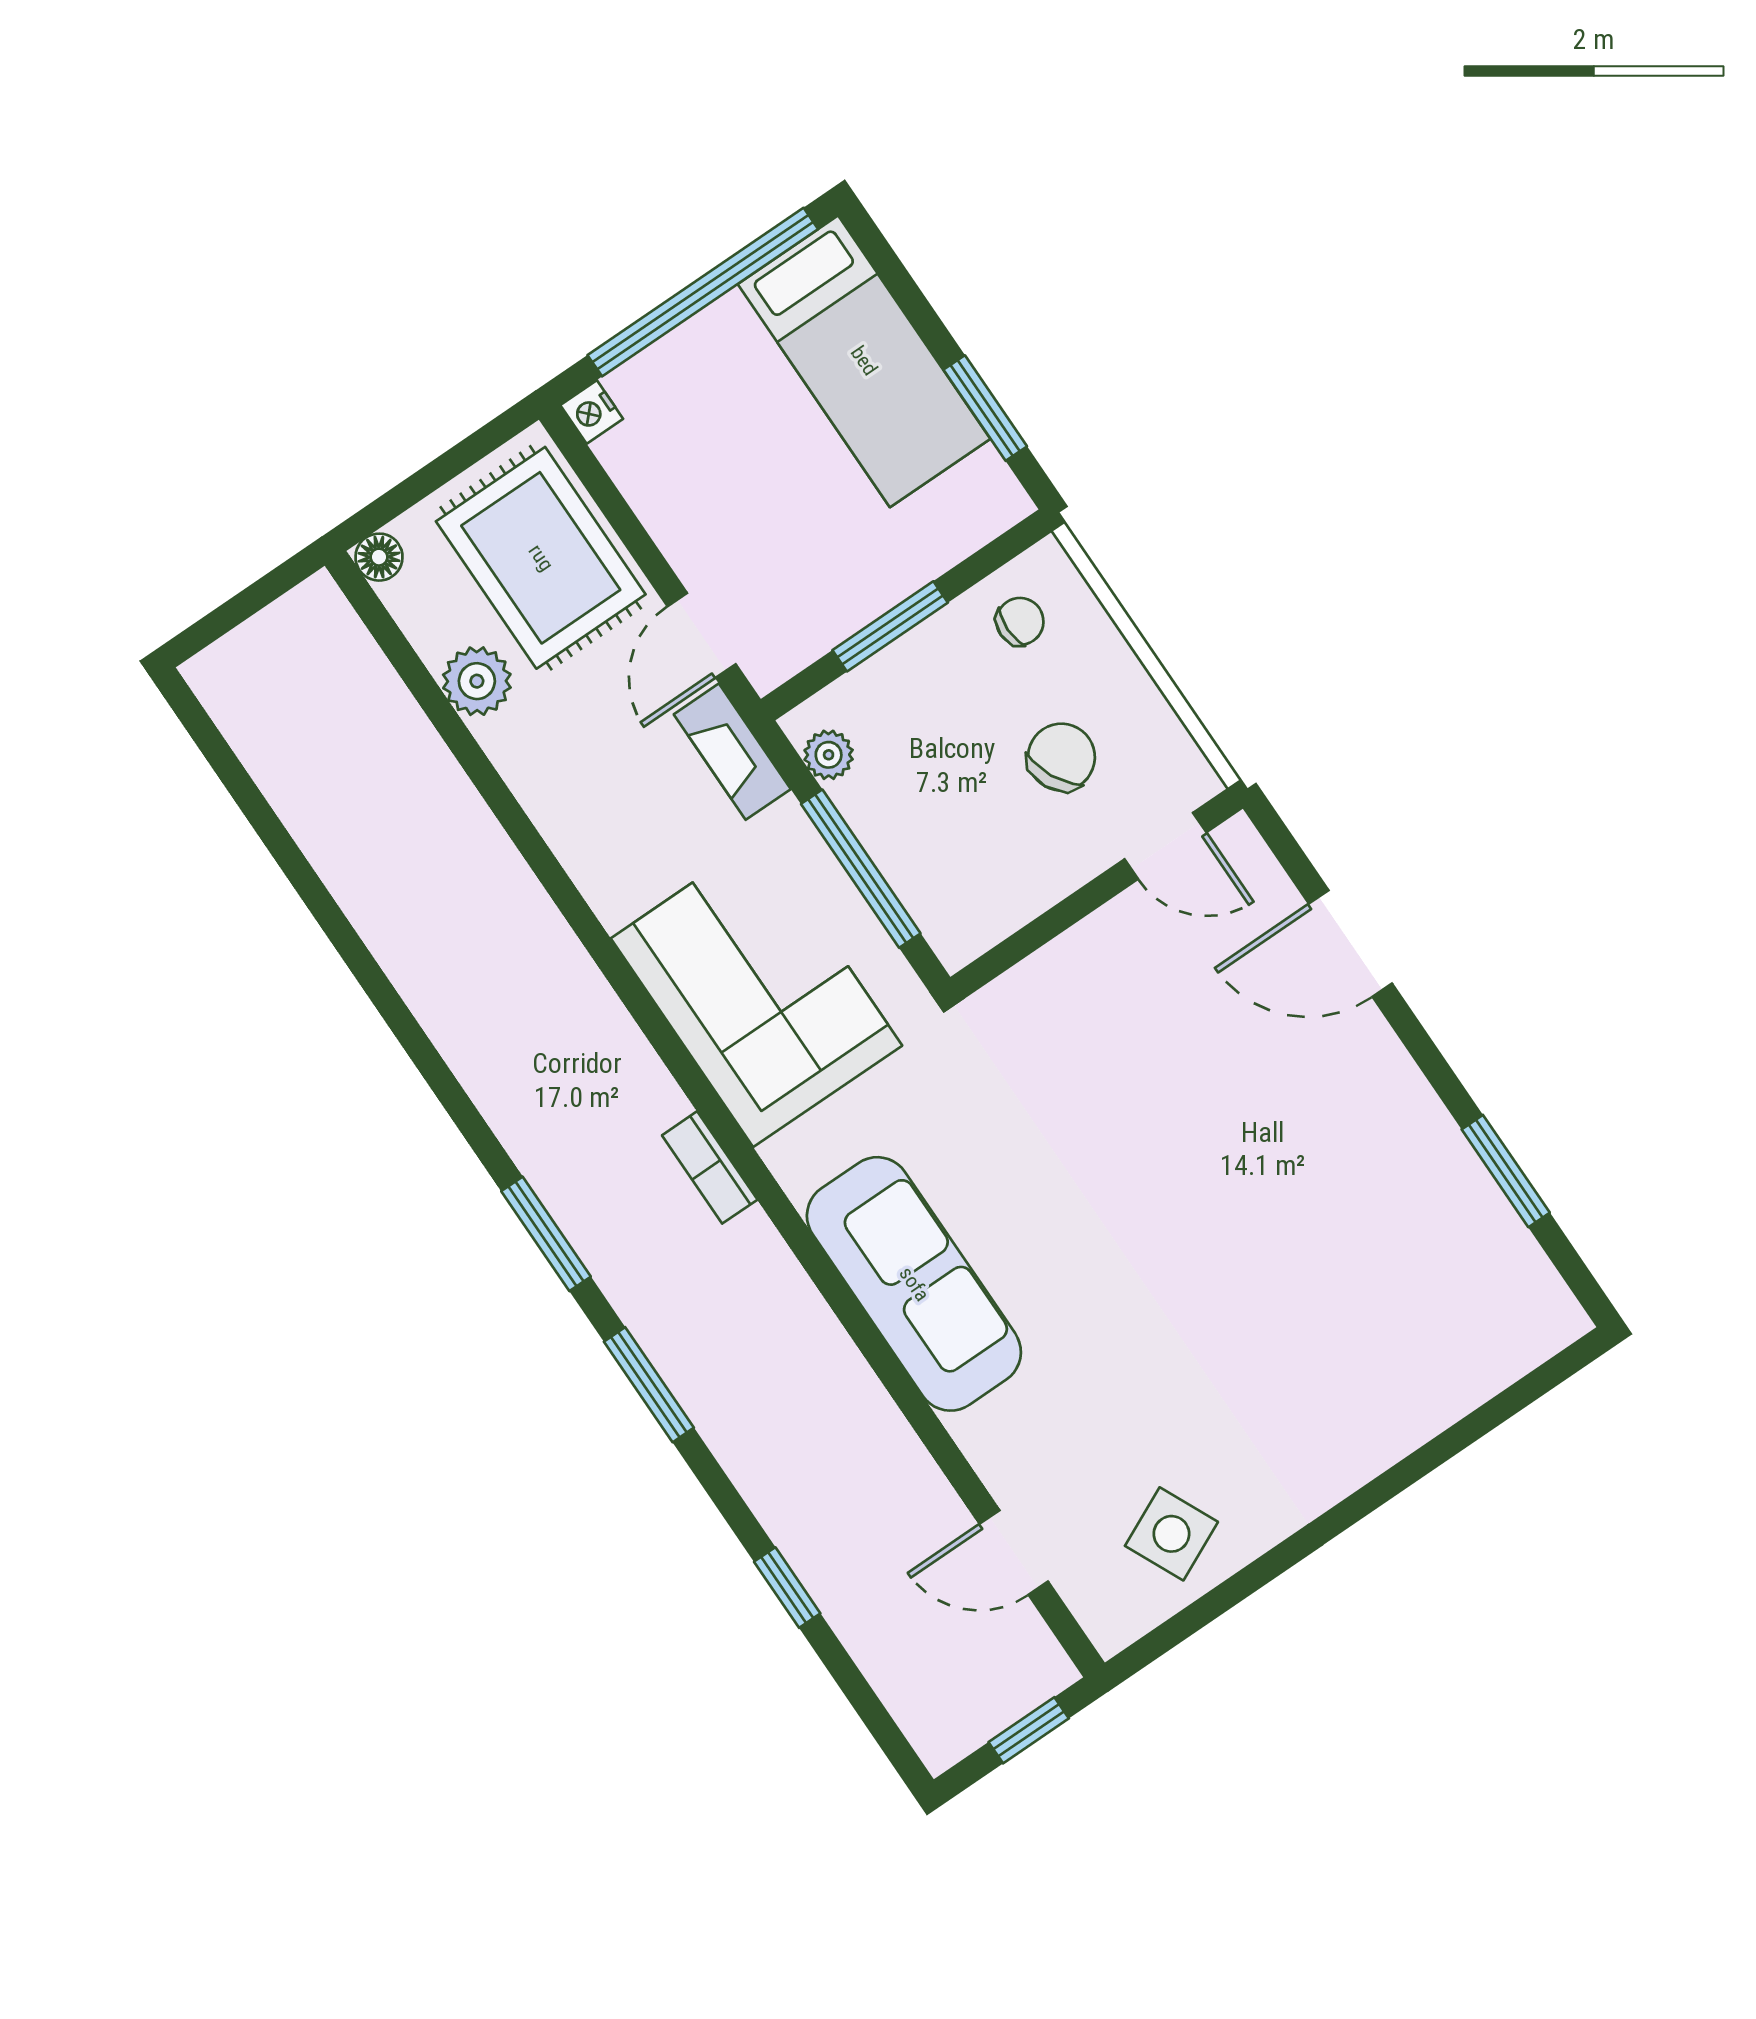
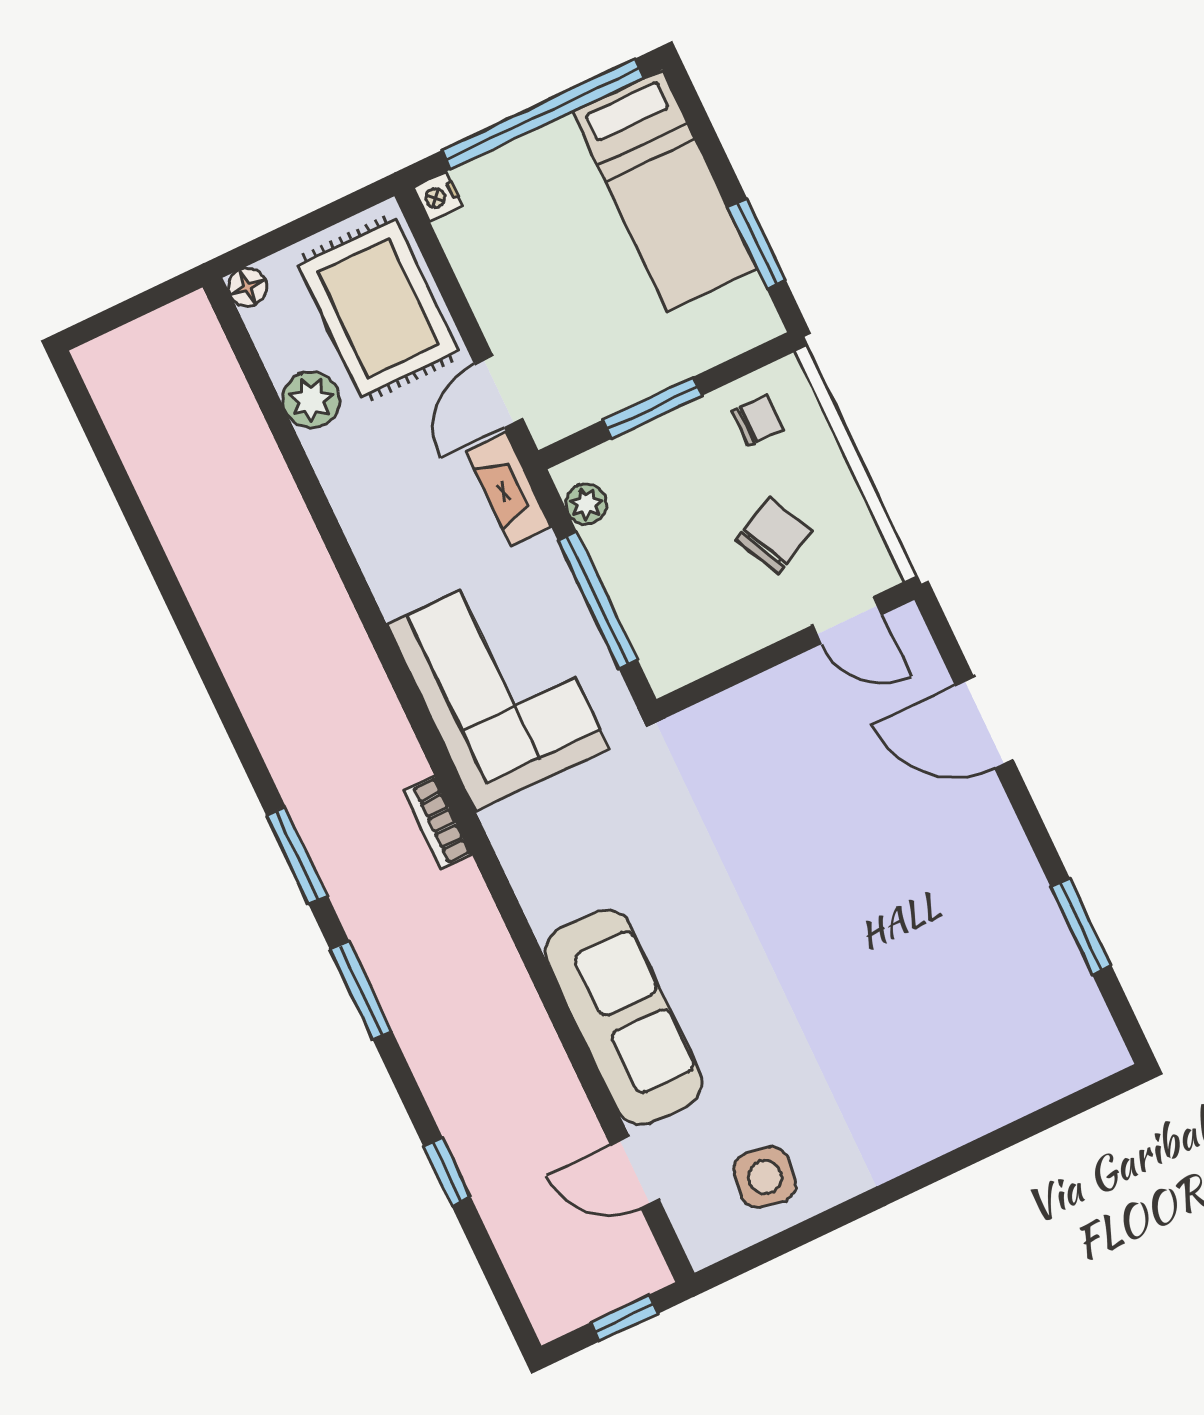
sofa: (914, 1284) -> (624, 1017), moved
side table: (1171, 1534) -> (765, 1177), turned 34

